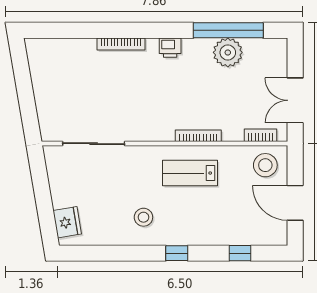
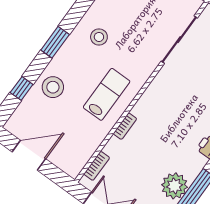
bookcase: (198, 136) -> (125, 126), width x0.64
stool: (265, 165) -> (53, 87), moved
window: (177, 253) -> (55, 42), width x1.50

